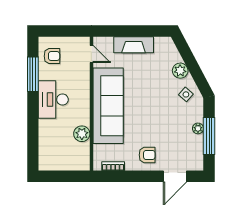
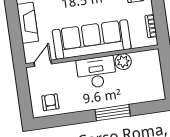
window: (33, 74) -> (113, 113), moved
desk: (53, 100) -> (96, 72), moved, turned 180

